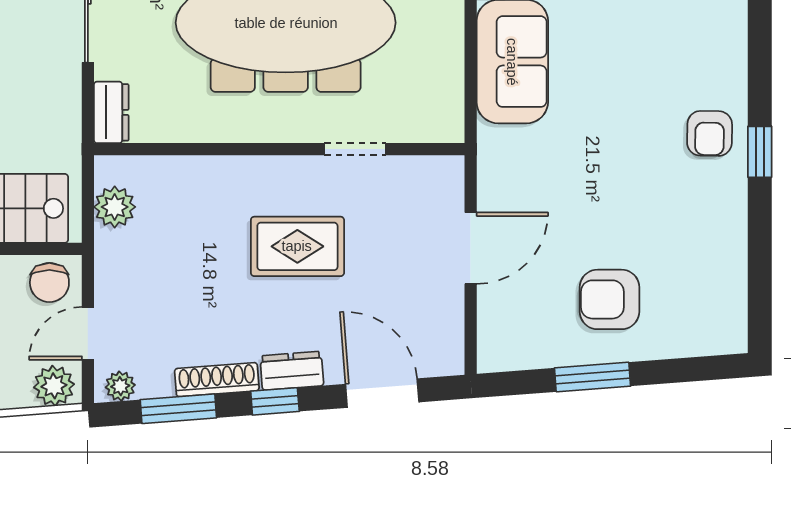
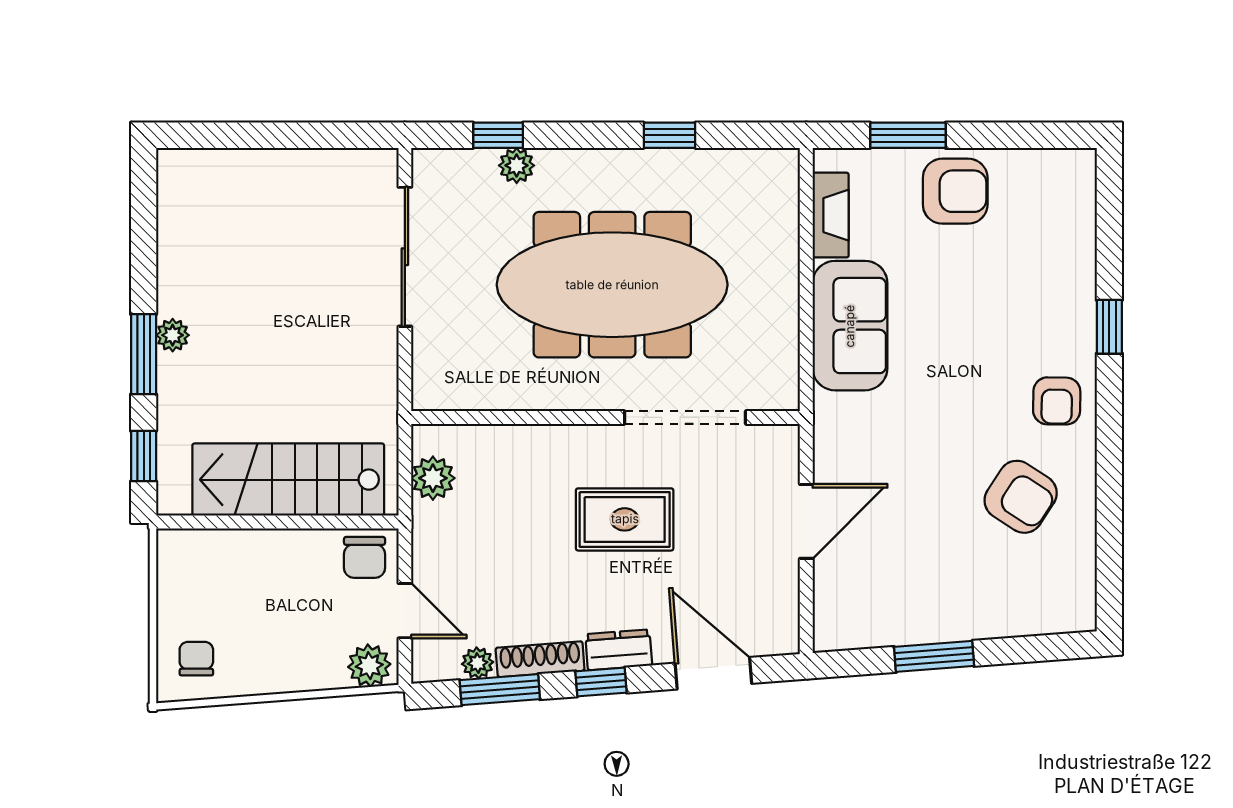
dresser: (111, 112) -> (429, 379), removed
doorway: (355, 149) -> (685, 417), width x1.88
window: (760, 152) -> (1109, 327), moved
armchair: (610, 299) -> (1021, 497), moved, turned -147
door: (88, 333) -> (405, 611), swing flipped
plant: (120, 386) -> (478, 663), moved

